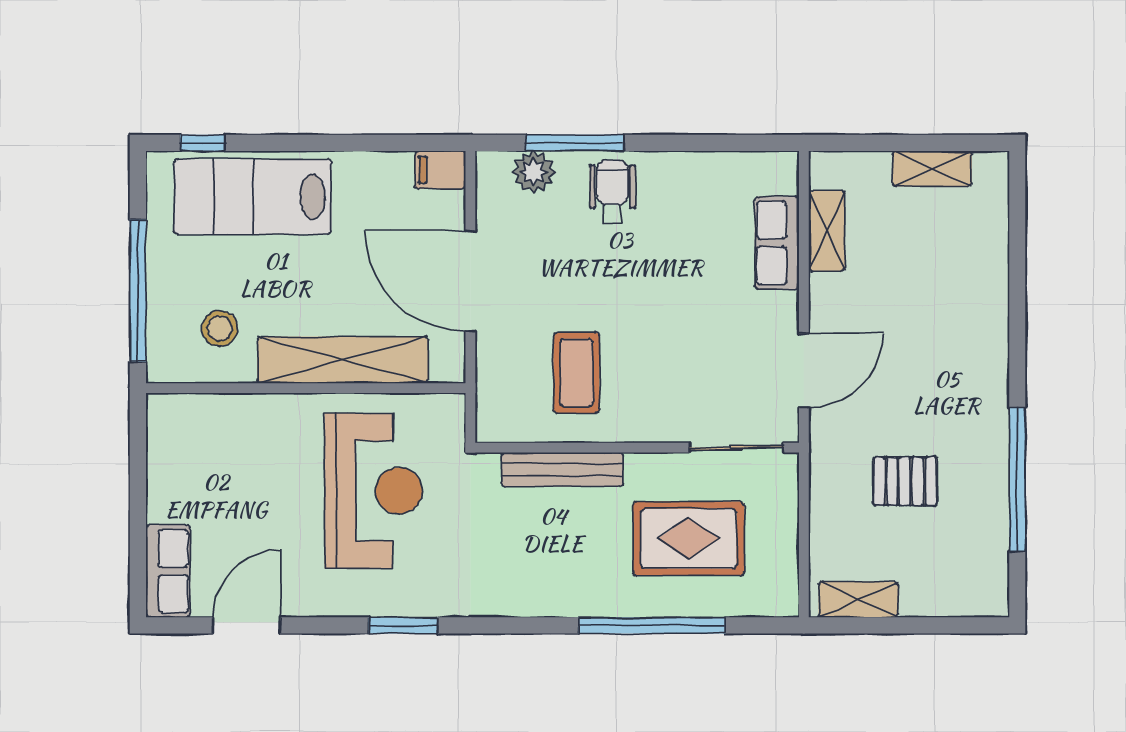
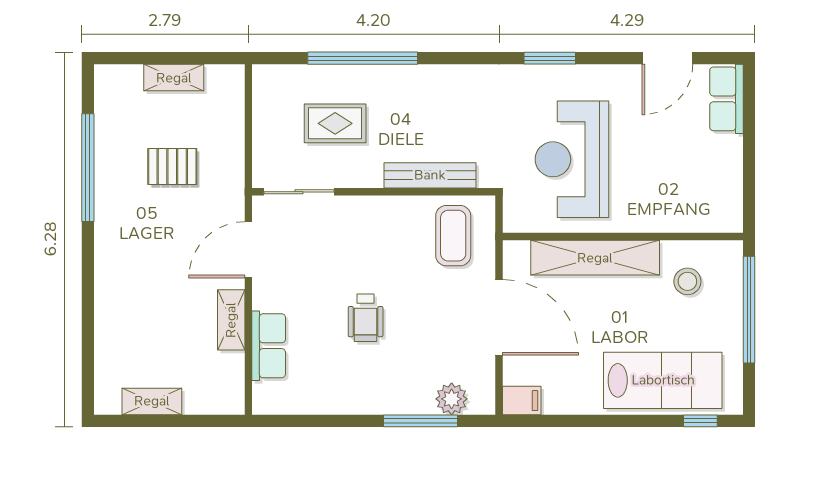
wheelchair: (613, 192) -> (366, 318), moved
shelving: (827, 231) -> (231, 320), moved
coffee table: (576, 373) -> (453, 236), moved
rug: (689, 539) -> (335, 123), width x0.73, depth x0.70
shelving: (858, 600) -> (174, 78), moved

